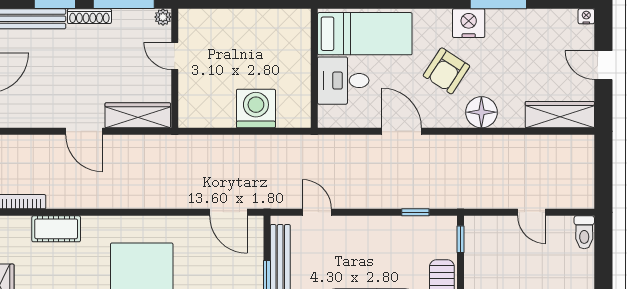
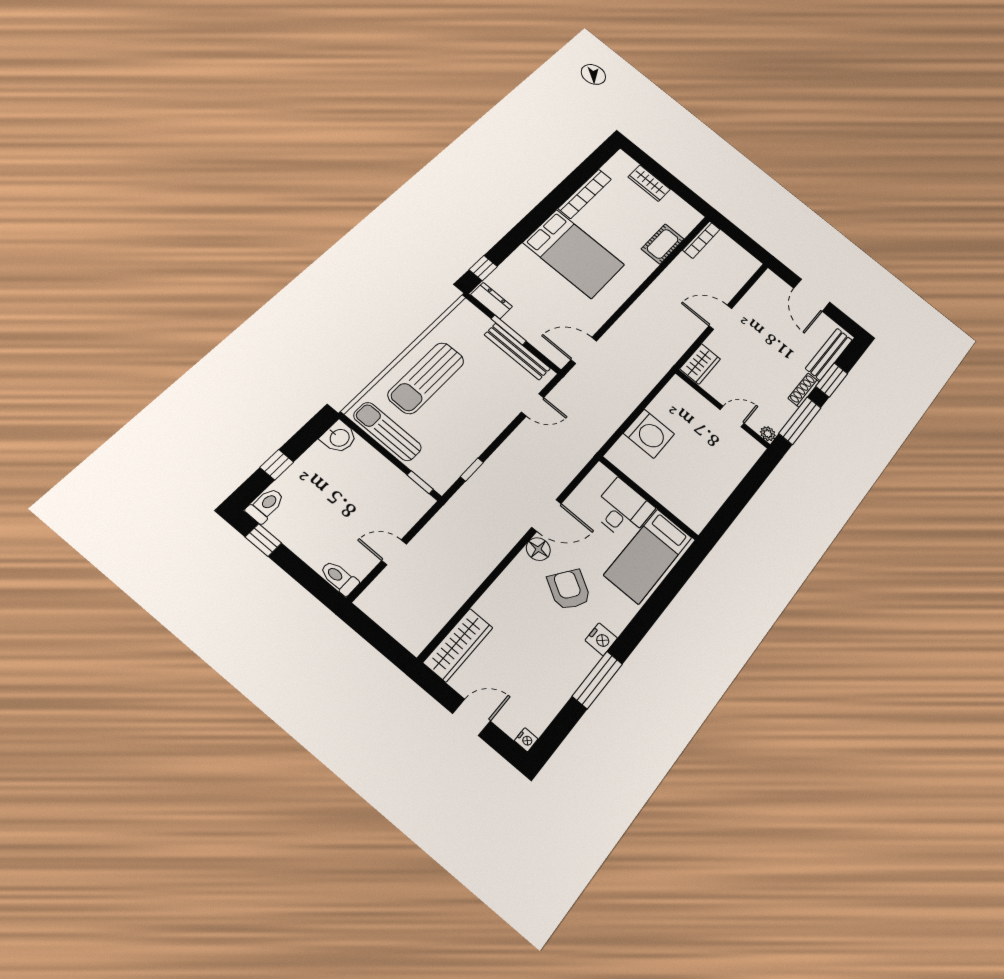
nightstand: (469, 23) -> (601, 639), width x0.74, depth x0.75
floor lamp: (481, 112) -> (538, 549), moved, width x0.73, depth x0.73
wardrobe: (138, 115) -> (700, 364), width x0.67

